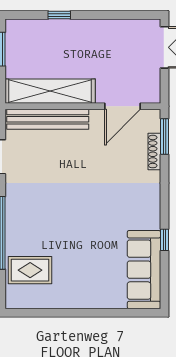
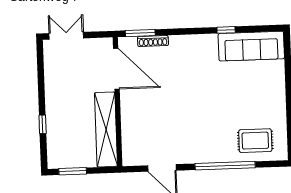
door: (123, 106) -> (116, 69), width x1.36
bench: (48, 119) -> (129, 131), removed
rug: (30, 270) -> (255, 141), turned 90

